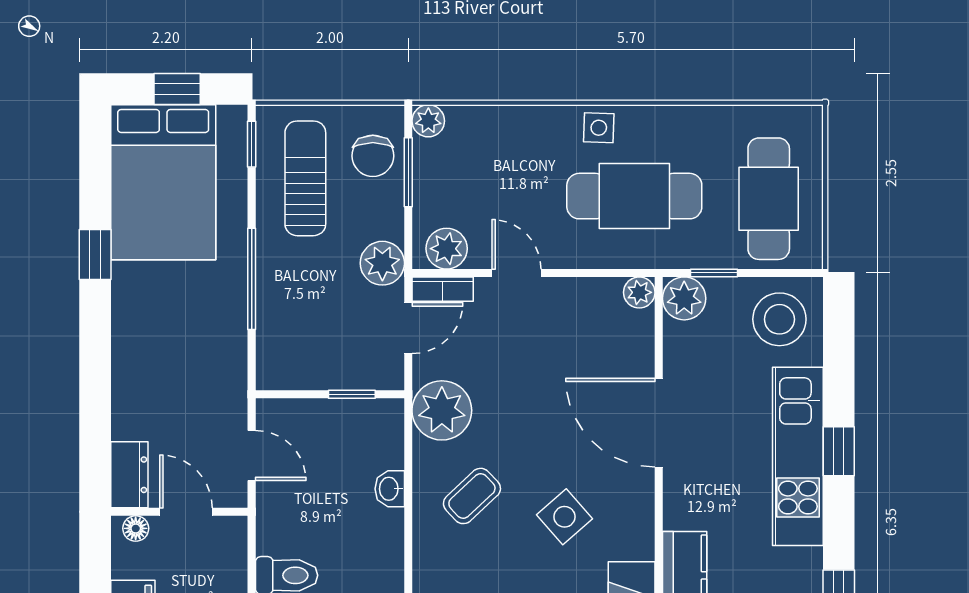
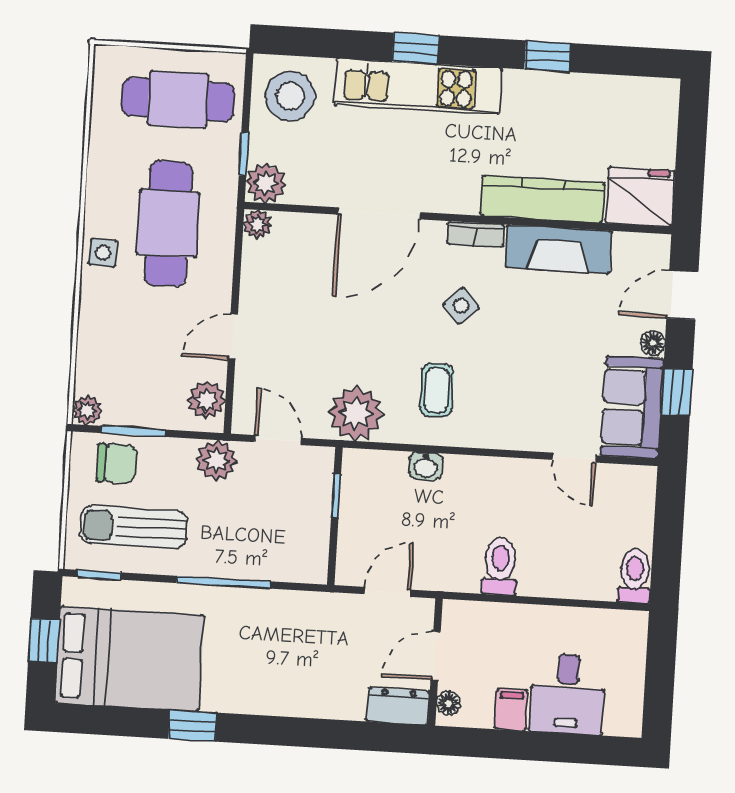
bookcase: (443, 289) -> (476, 234), moved, turned 90
coffee table: (472, 496) -> (437, 390), turned 43
side table: (564, 517) -> (461, 306), width x0.73, depth x0.73

